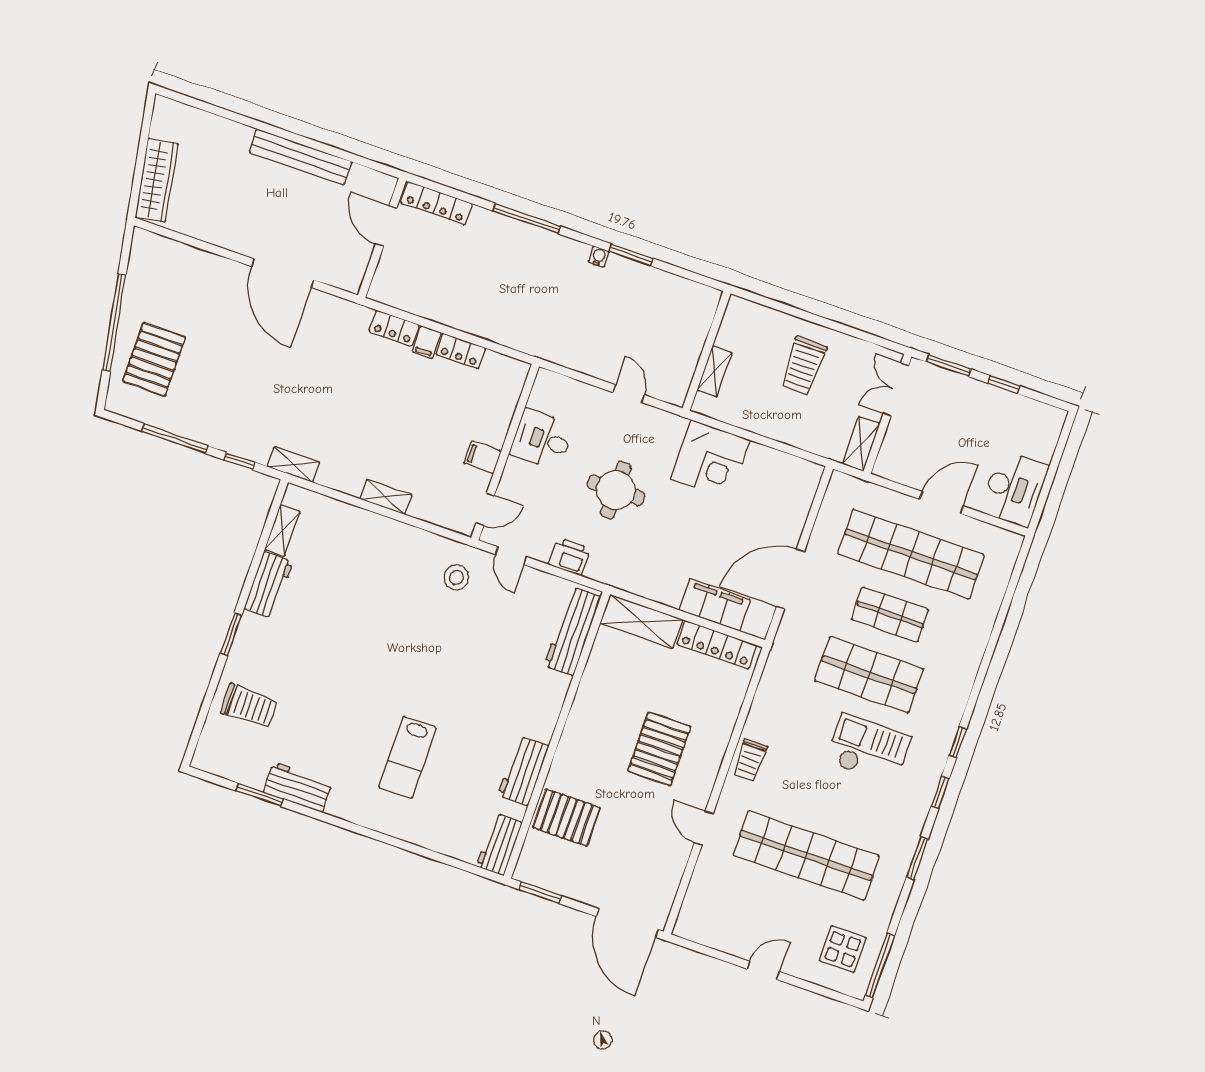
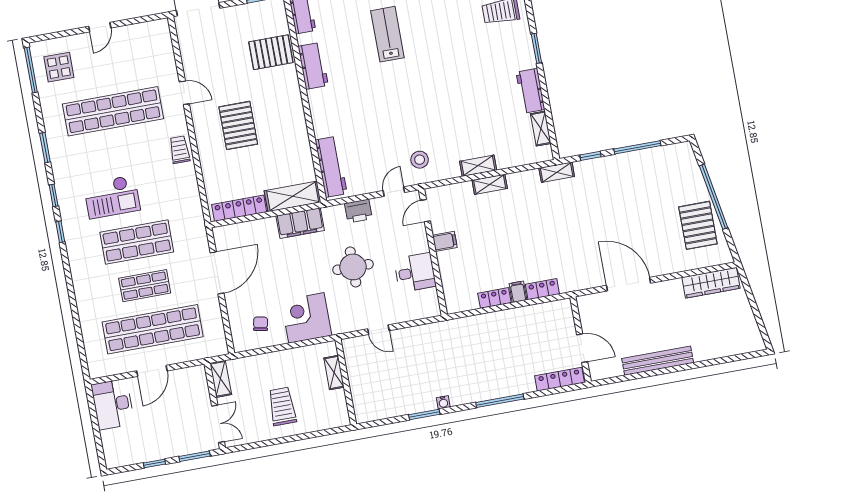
wardrobe: (157, 180) -> (711, 283), moved, turned -80
pallet: (154, 359) -> (698, 225), moved
chair: (772, 485) -> (261, 324), added
shelving: (387, 528) -> (478, 166), added
door: (511, 556) -> (394, 192), hinge flipped
filing cabinet: (715, 605) -> (300, 223), moved

